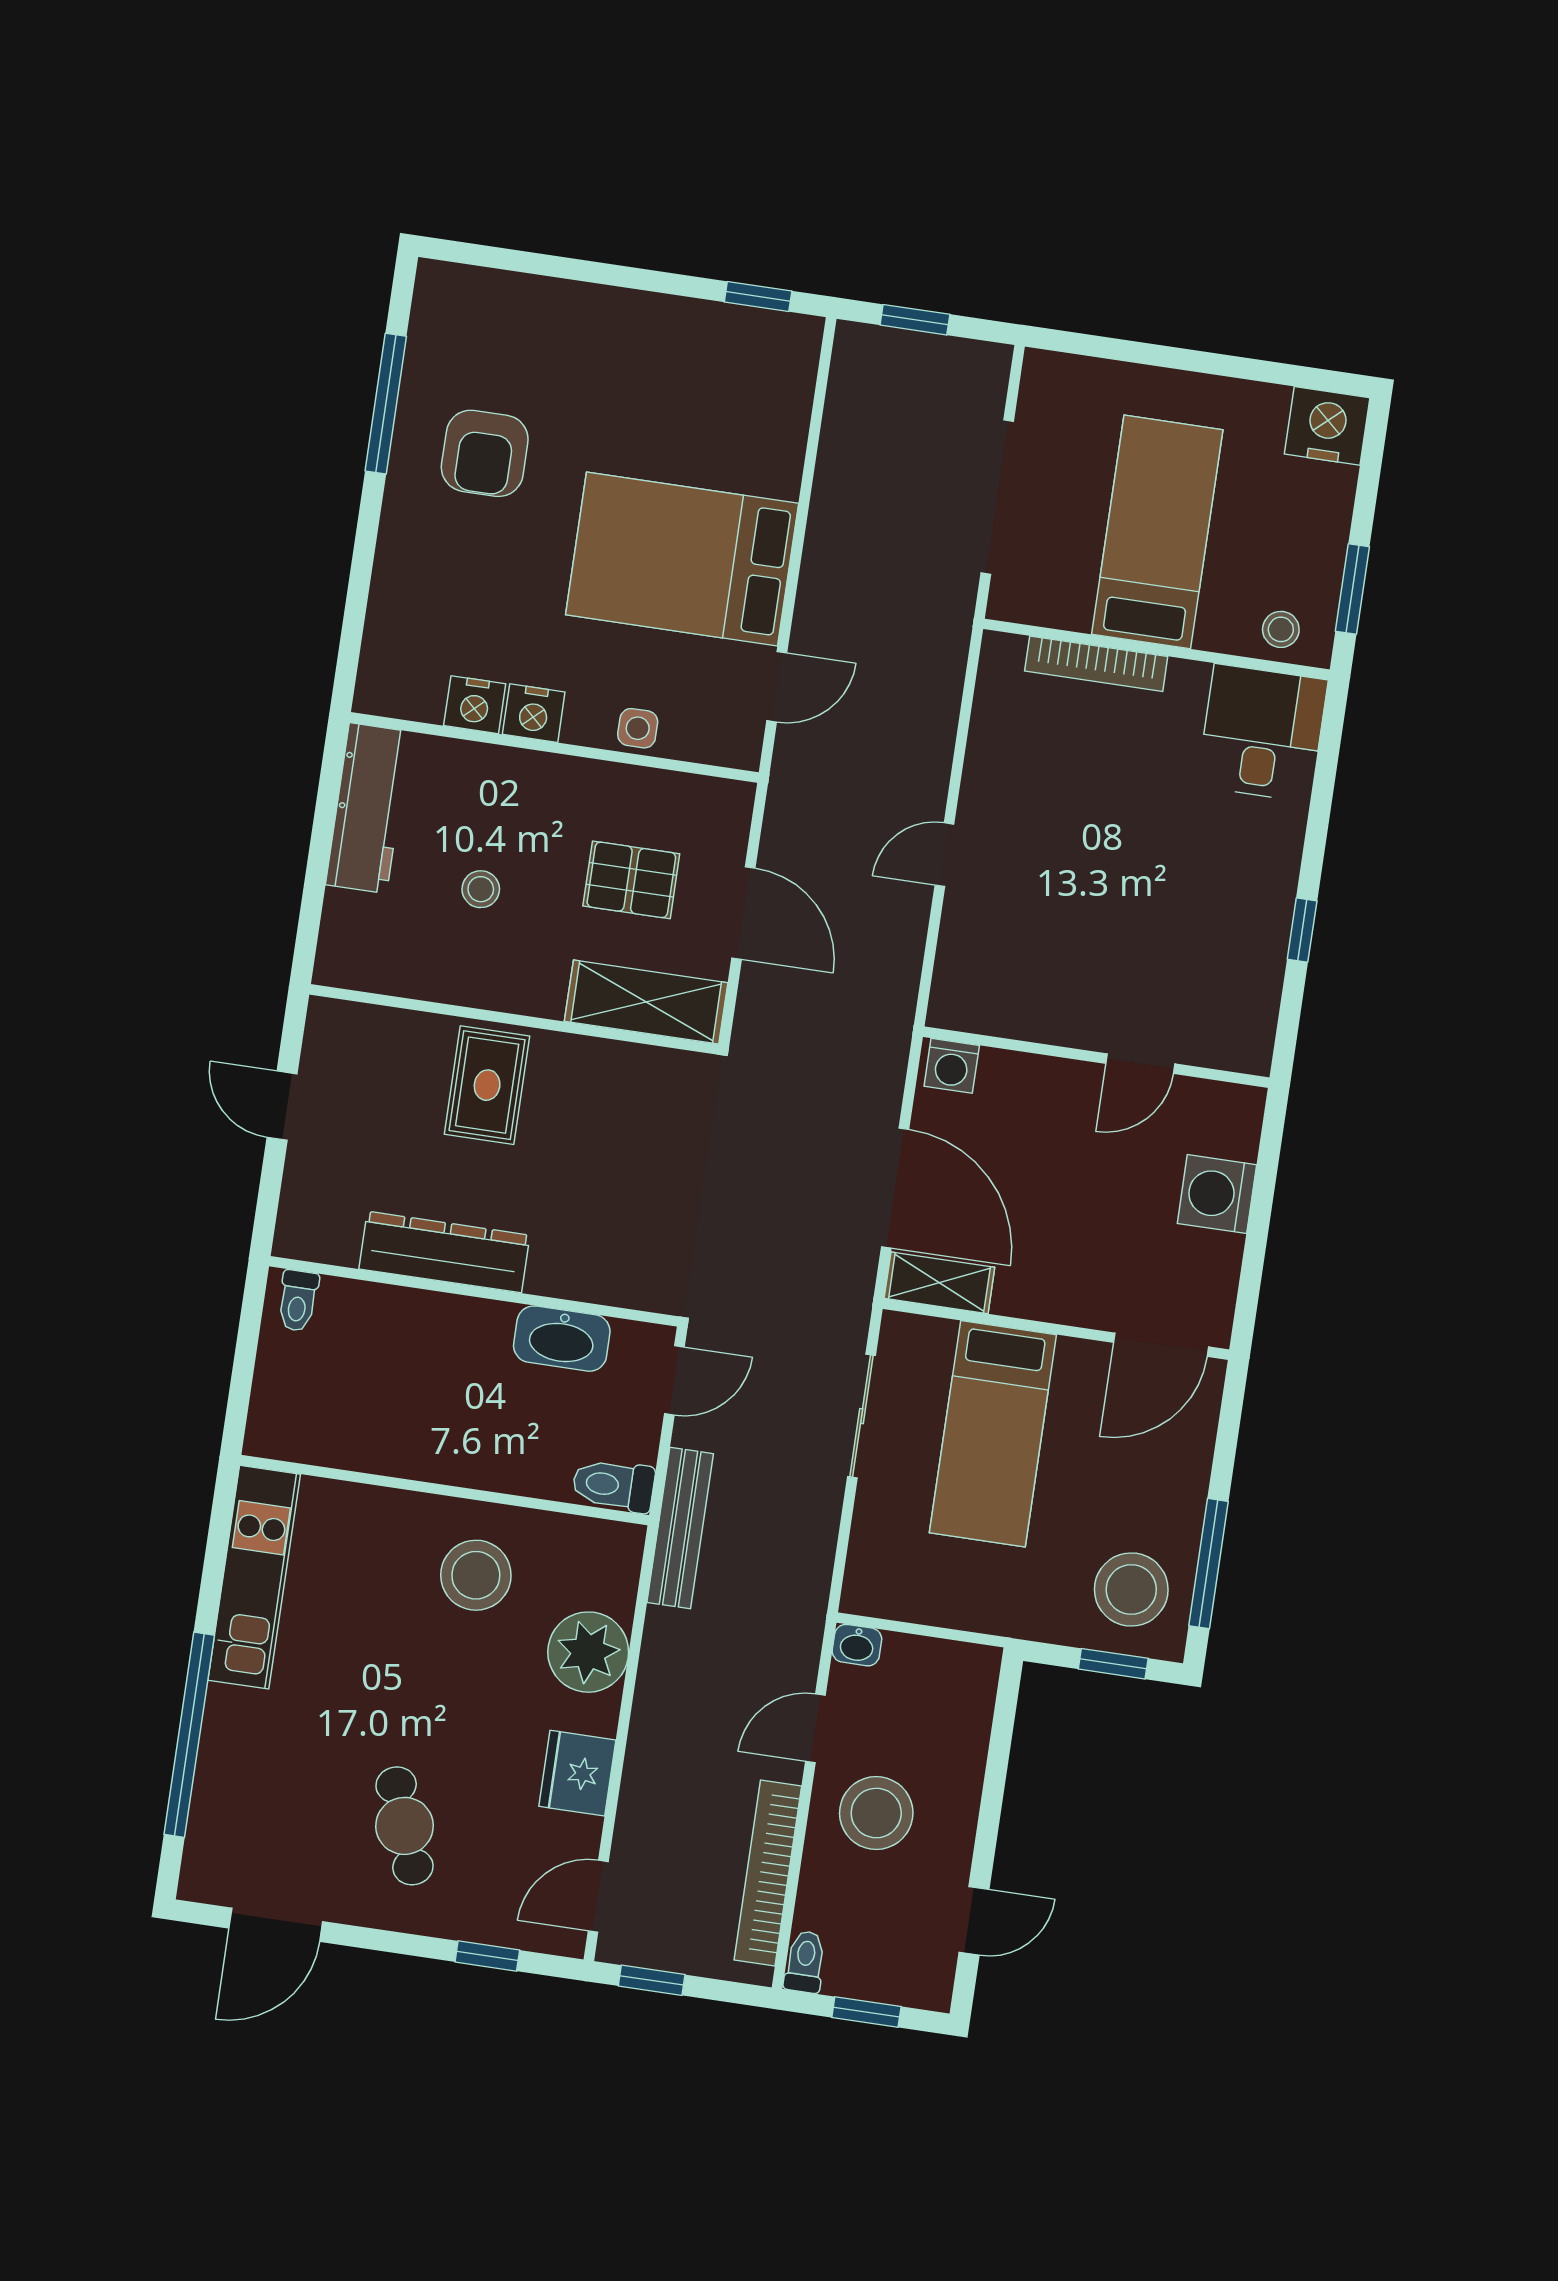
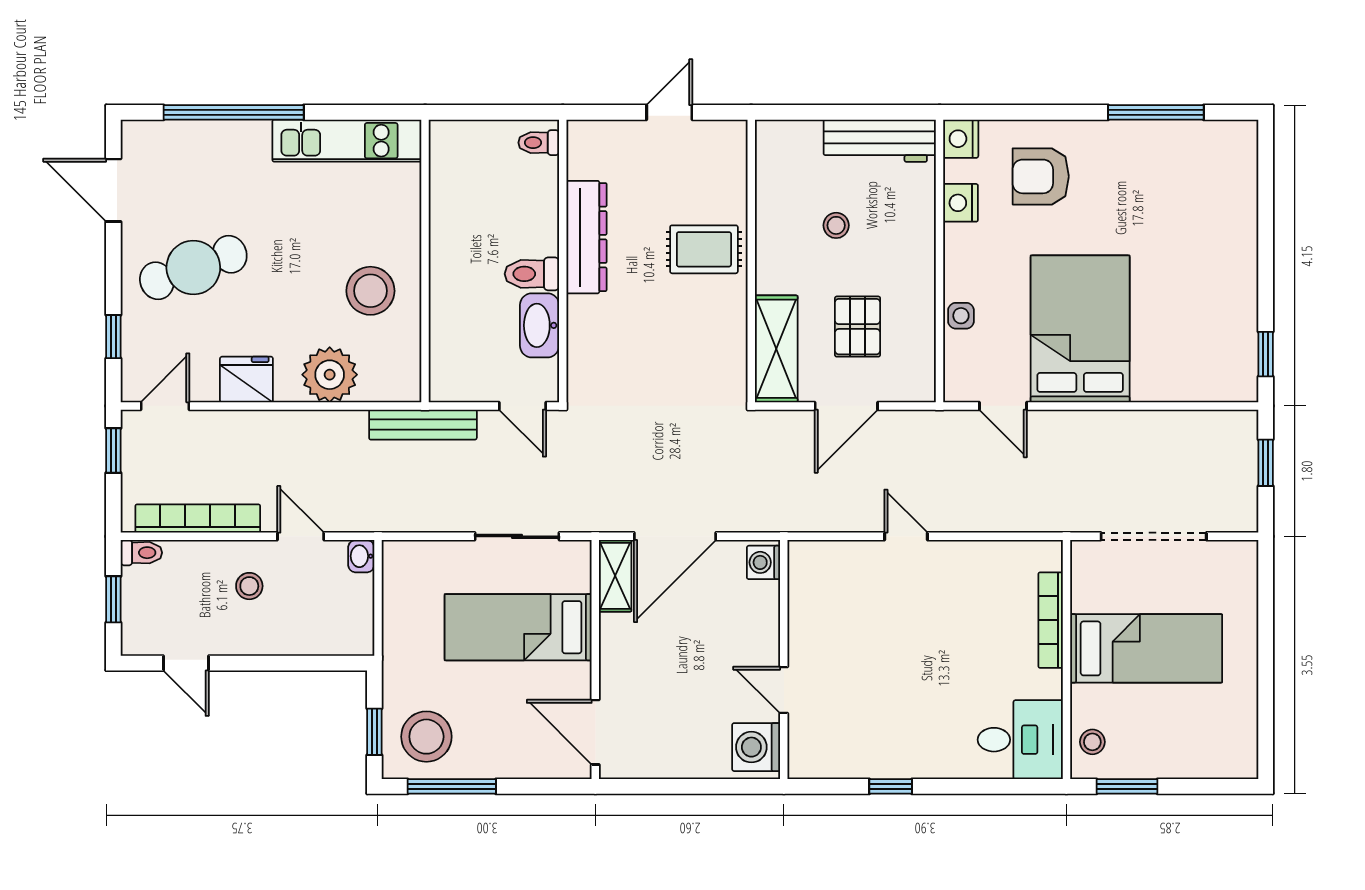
nightstand: (1327, 426) -> (1235, 753), removed
armchair: (485, 453) -> (1041, 176), moved
nightstand: (534, 713) -> (961, 139), moved
washing machine: (1217, 1194) -> (756, 747), moved, turned -90
toilet: (613, 1485) -> (532, 274), moved, turned -90
stool: (876, 1813) -> (249, 586), width x0.53, depth x0.53
cafe table: (405, 1826) -> (193, 267), width x1.37, depth x1.35
door: (598, 1896) -> (165, 406), hinge flipped

